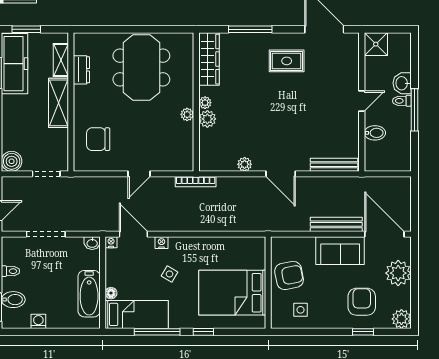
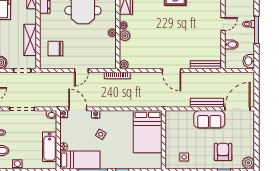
washbasin: (402, 83) -> (249, 61), moved
shelving: (58, 103) -> (30, 40), moved
plant: (245, 164) -> (124, 64), moved
door: (384, 234) -> (237, 109), hinge flipped
plant: (398, 273) -> (246, 134), removed
armchair: (289, 275) -> (177, 135), removed
bed: (232, 293) -> (148, 132), moved, turned -90

